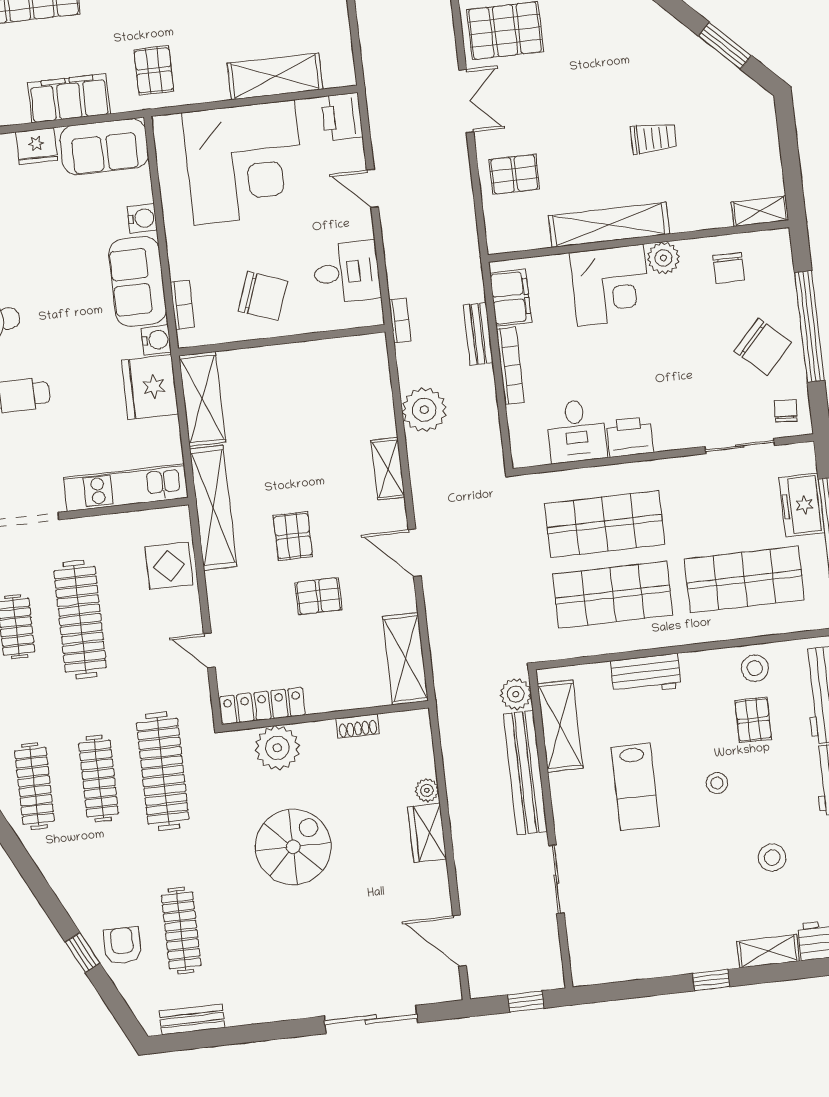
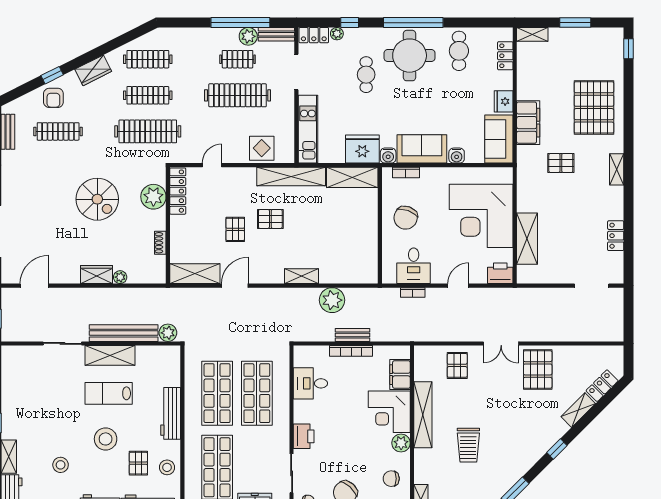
pallet: (154, 70) -> (561, 163), moved
trolley: (654, 138) -> (468, 445), width x1.36, depth x1.39
filing cabinet: (511, 298) -> (400, 375), moved, turned 90
bookcase: (400, 320) -> (413, 292), moved
bench: (478, 334) -> (352, 335), moved
printer: (630, 437) -> (304, 436), moved
door: (415, 553) -> (235, 286), moved
workbench: (646, 674) -> (171, 413), width x1.38
pallet: (753, 720) -> (138, 463), turned 90
shelving: (560, 726) -> (110, 355), moved
stool: (717, 783) -> (106, 439), width x1.89, depth x1.89
wardrobe: (66, 881) -> (93, 70), added
armchair: (123, 946) -> (53, 98), turned 90

